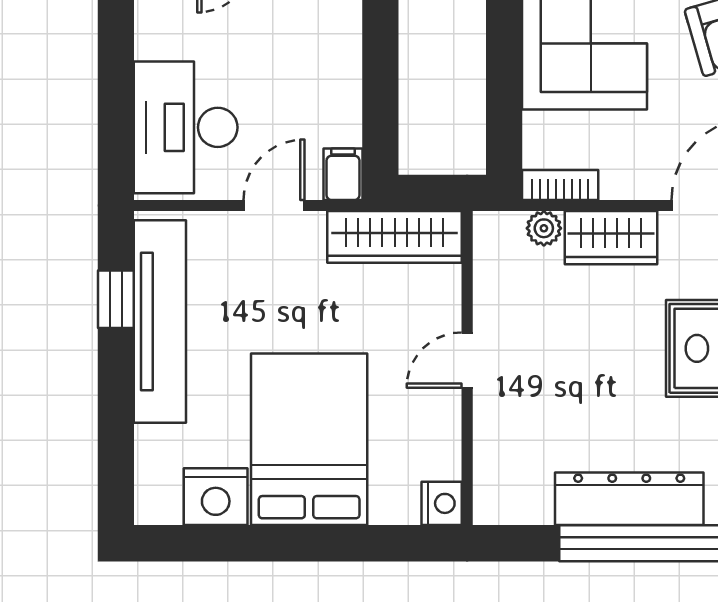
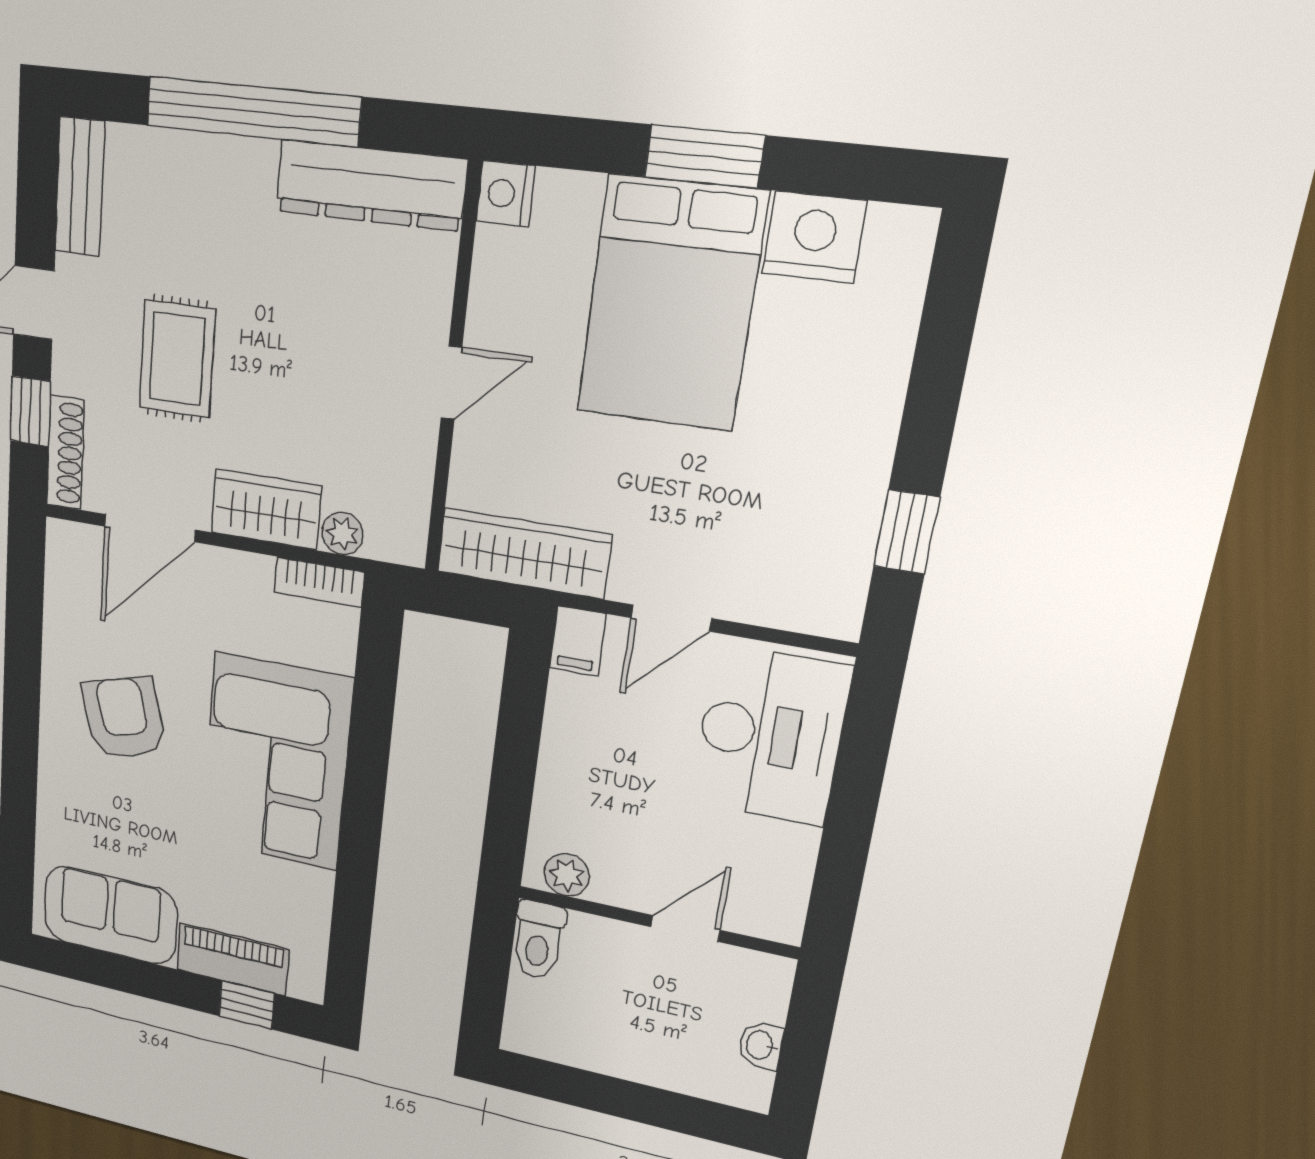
tv unit: (160, 322) -> (850, 493), removed
dresser: (629, 499) -> (371, 185), moved
window: (301, 543) -> (704, 156), added

